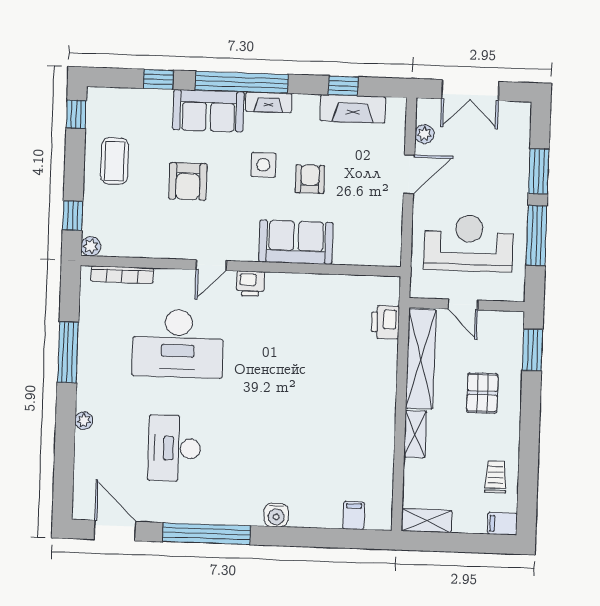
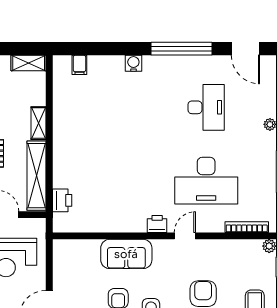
desk: (178, 343) -> (206, 181), turned 180

